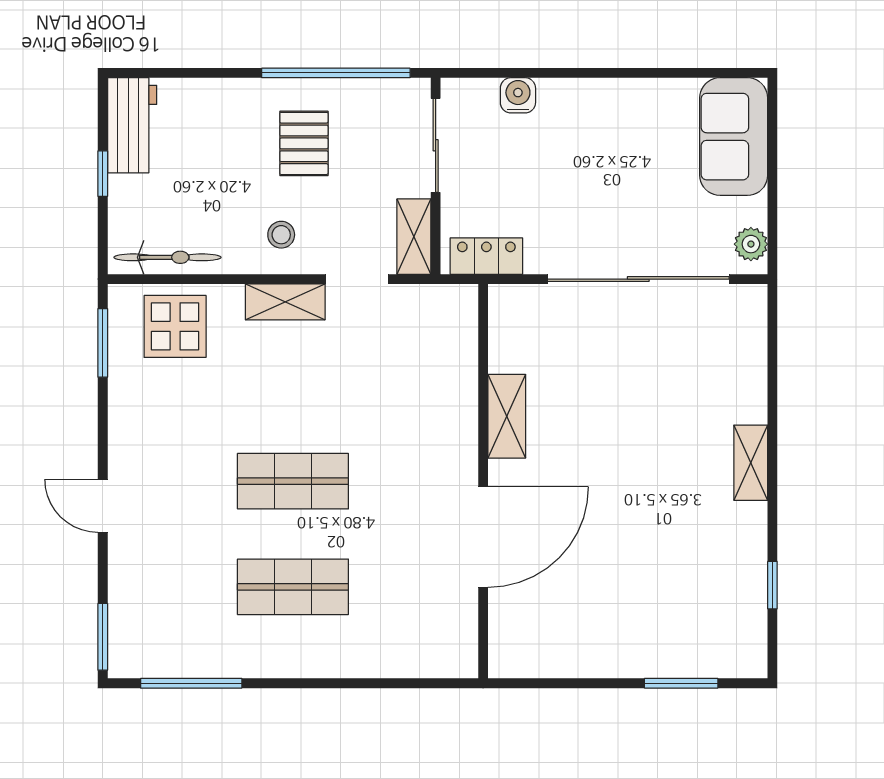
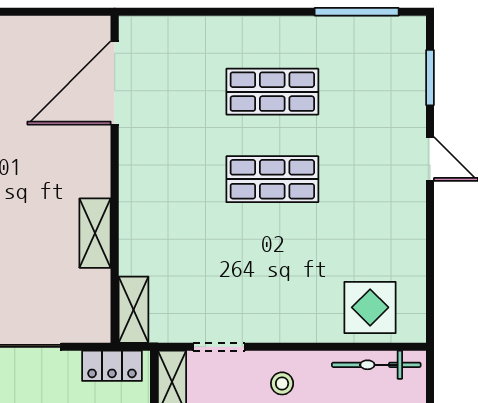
shelving: (285, 302) -> (133, 310), moved, turned 90
window: (103, 343) -> (430, 294), removed
door: (483, 537) -> (115, 83), moved
window: (103, 637) -> (430, 78), moved

